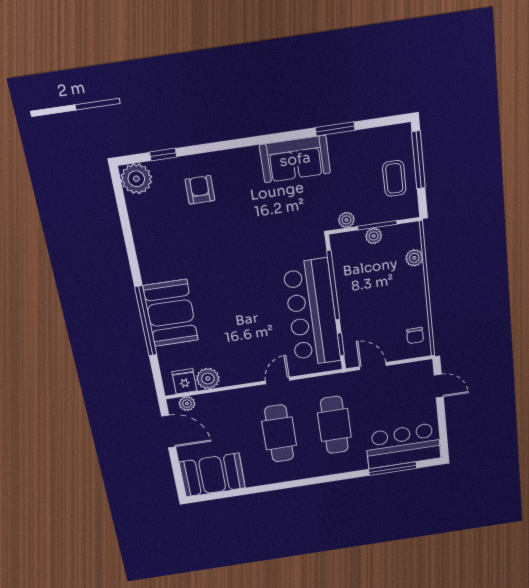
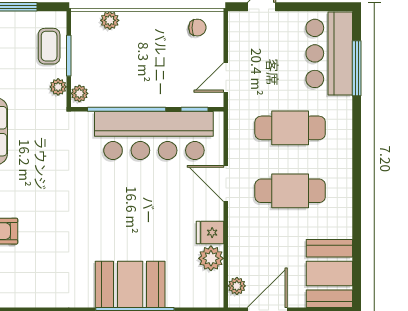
coffee table: (394, 178) -> (49, 46), moved, turned 90
plant: (374, 236) -> (79, 93), moved
fridge: (184, 381) -> (210, 233), moved
door: (277, 381) -> (226, 183), width x1.38

